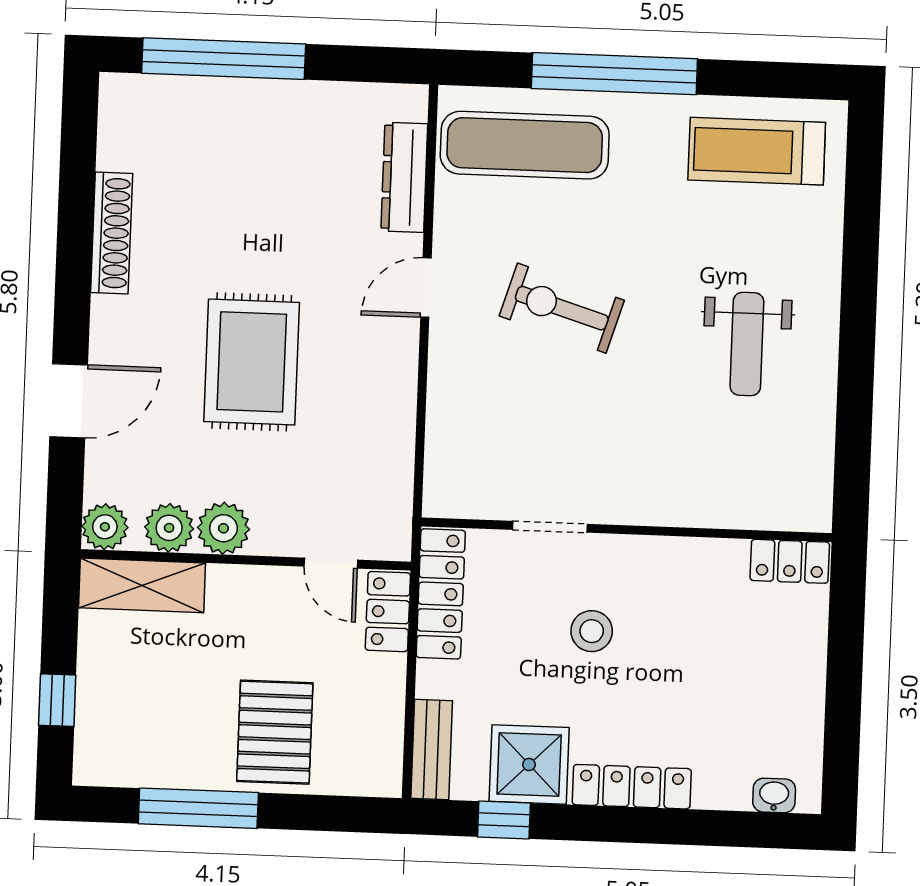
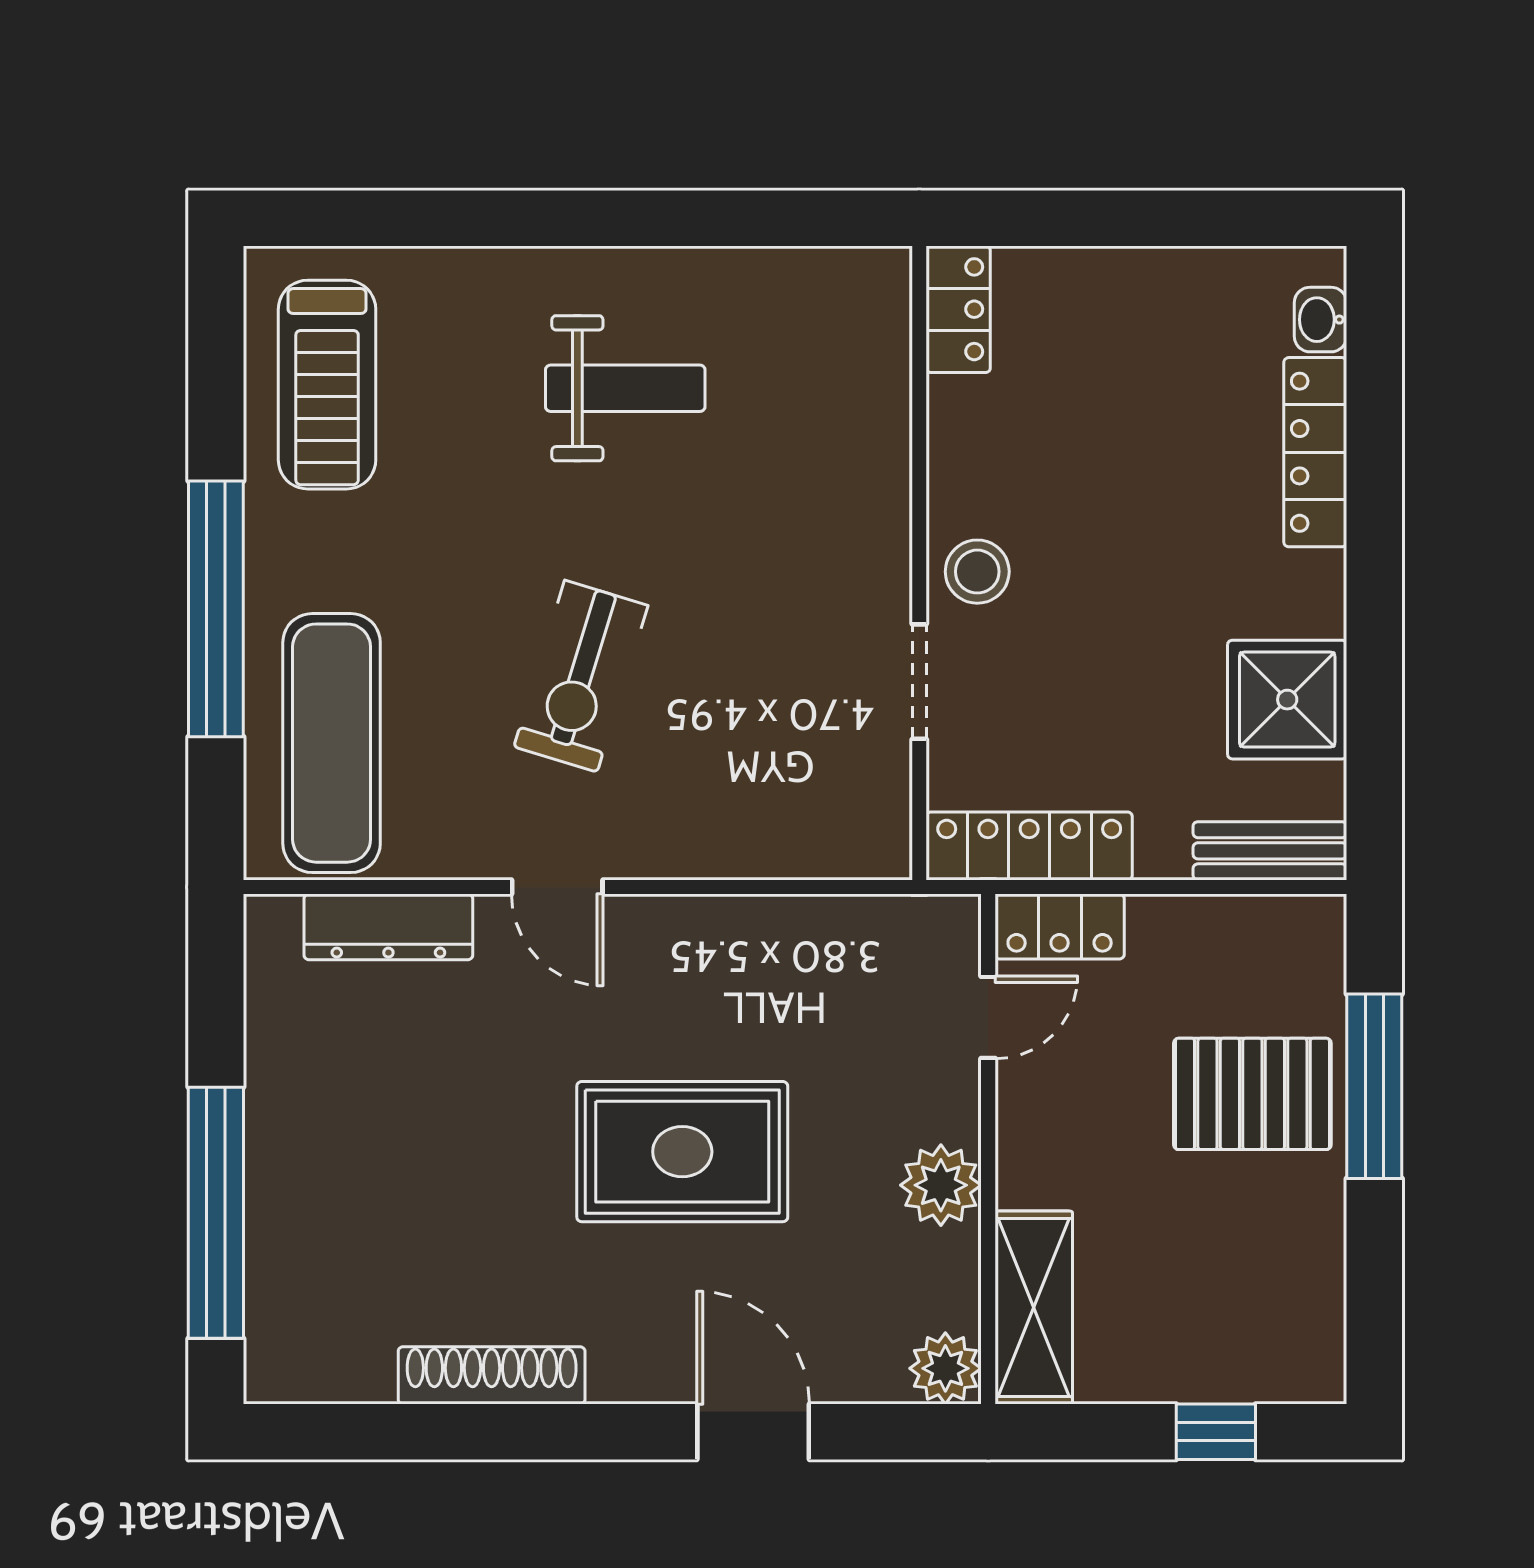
plant: (169, 528) -> (943, 1269), removed
stool: (592, 631) -> (977, 572), moved
locker: (632, 787) -> (1315, 452), moved
window: (198, 808) -> (1374, 1086), moved
window: (504, 820) -> (1374, 735), removed

